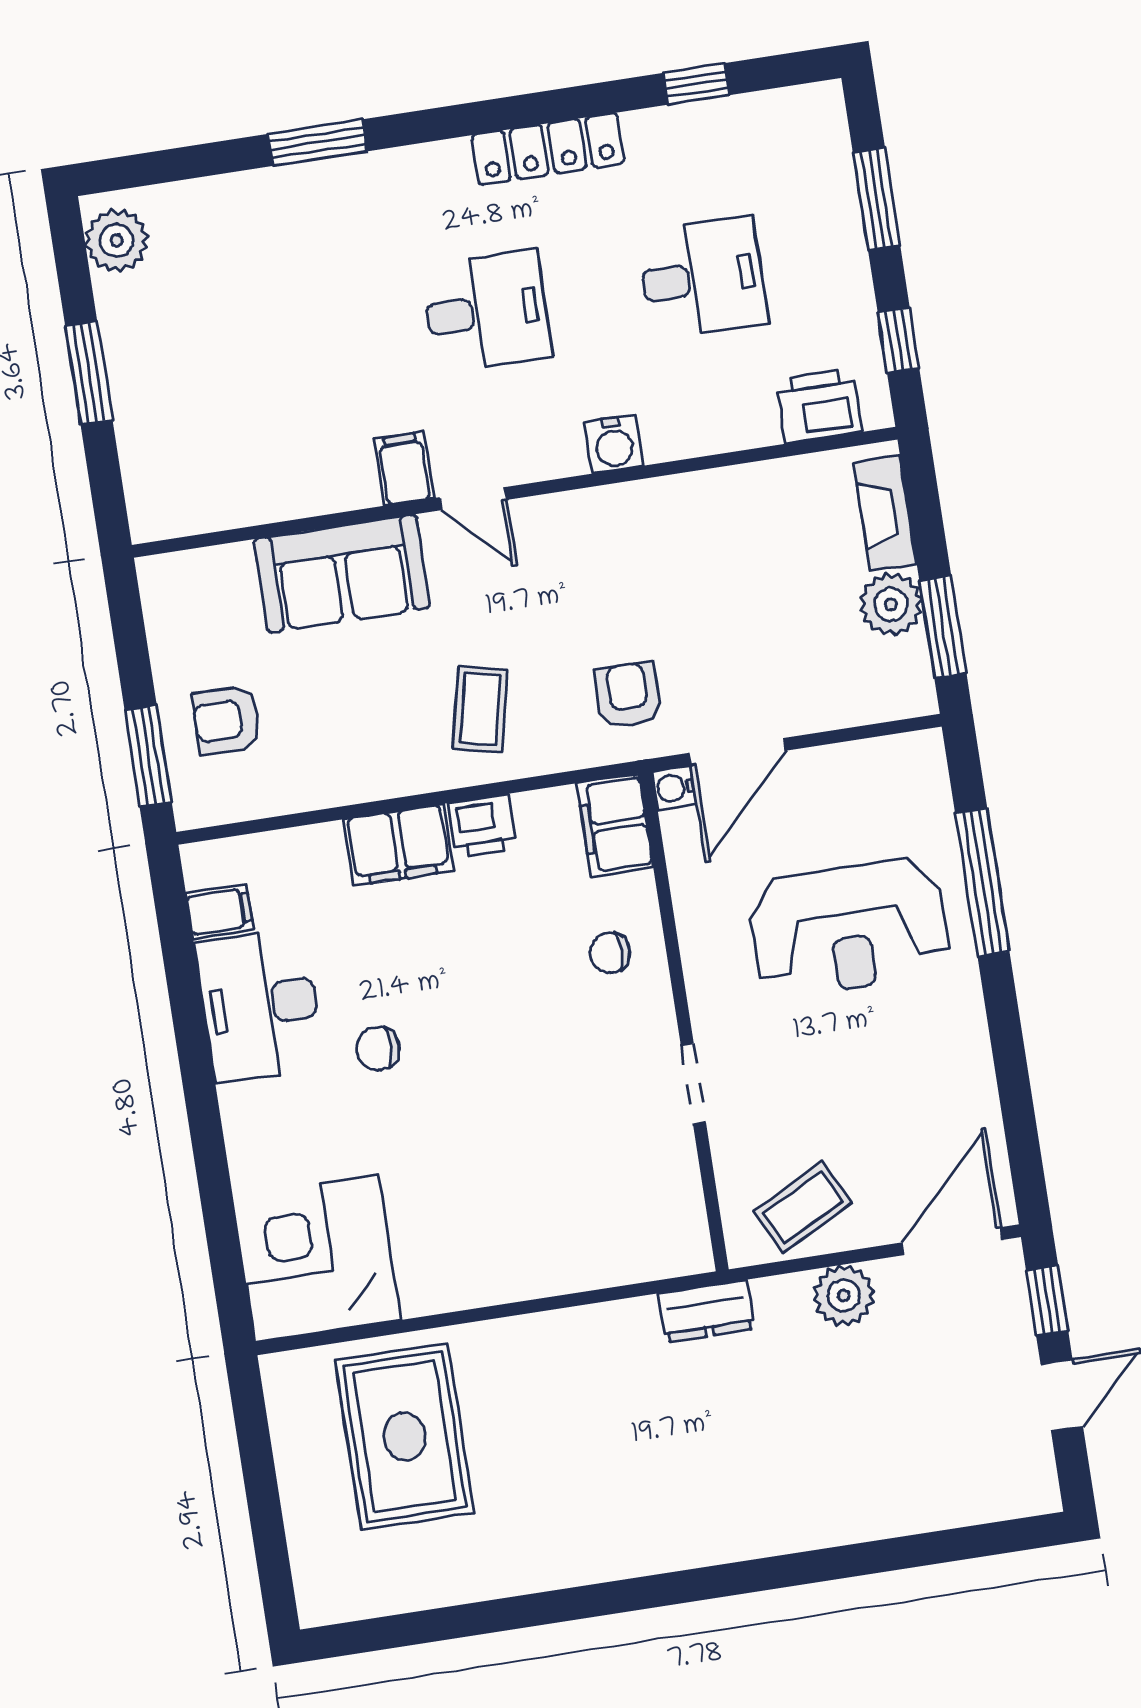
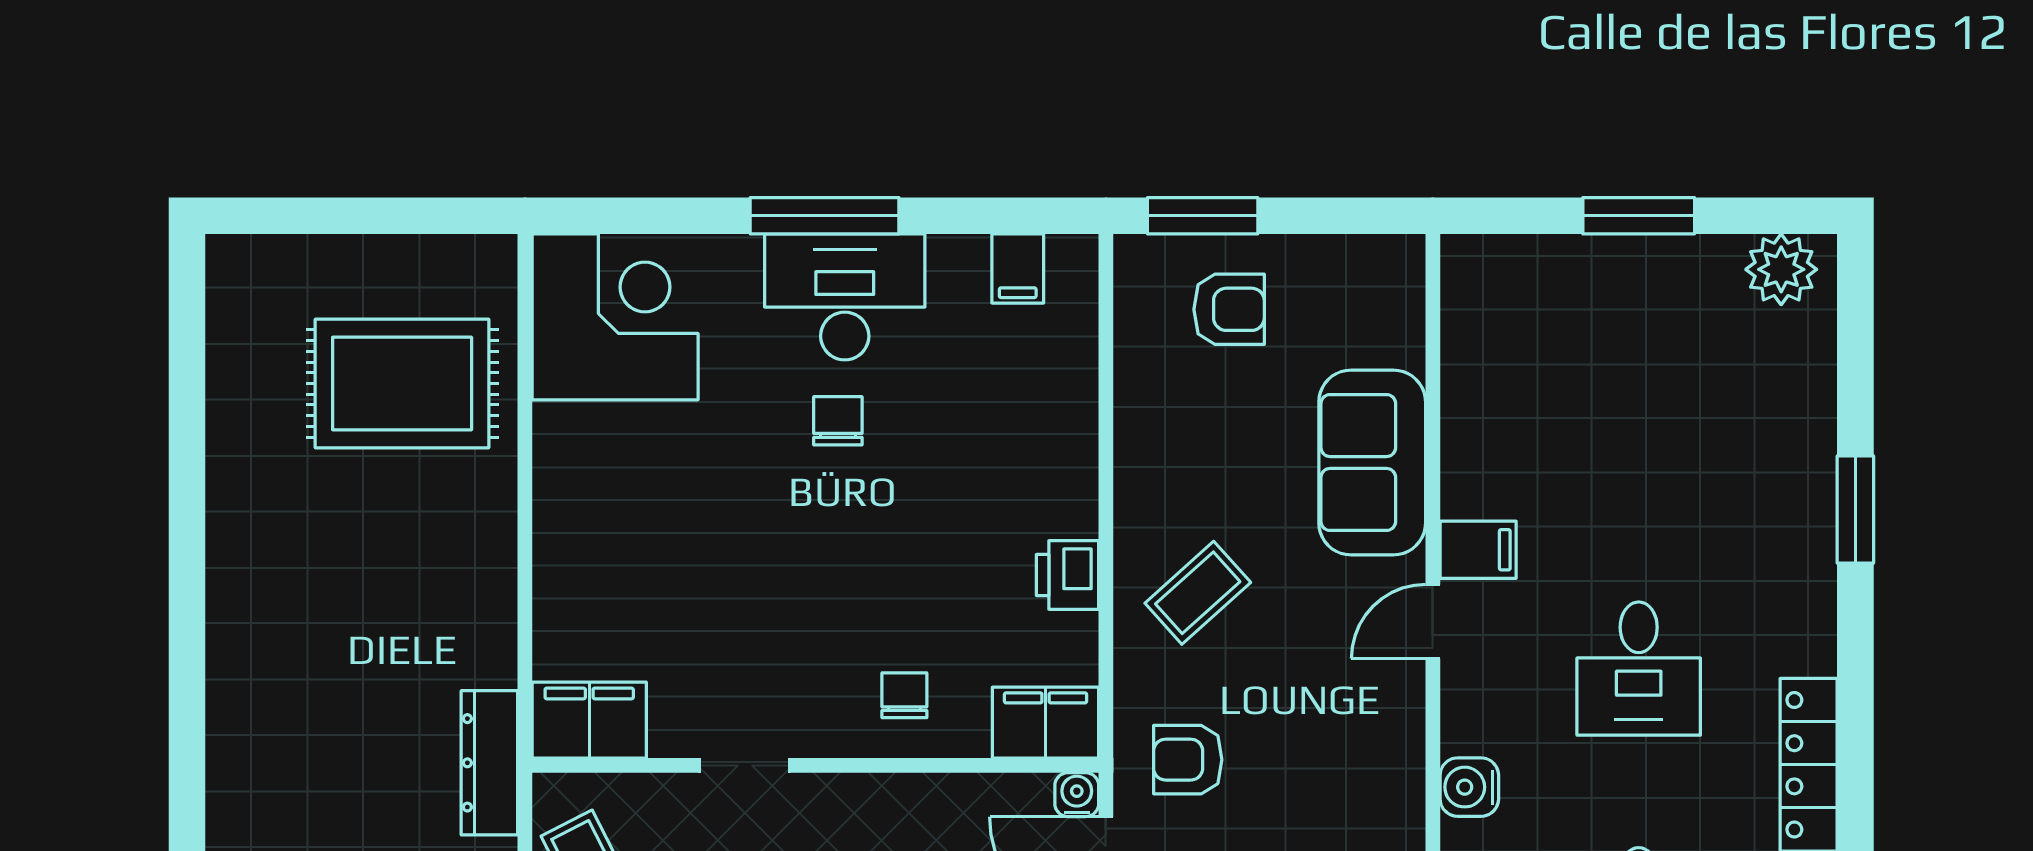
armchair: (628, 695) -> (1188, 760), turned 180
coffee table: (480, 709) -> (1198, 593), turned -55
armchair: (227, 720) -> (1229, 309), turned 90
filing cabinet: (399, 845) -> (589, 720), moved, turned 90
desk: (260, 1005) -> (845, 297), moved
window: (200, 1088) -> (825, 216), added
dresser: (706, 1311) -> (489, 763), width x1.44

